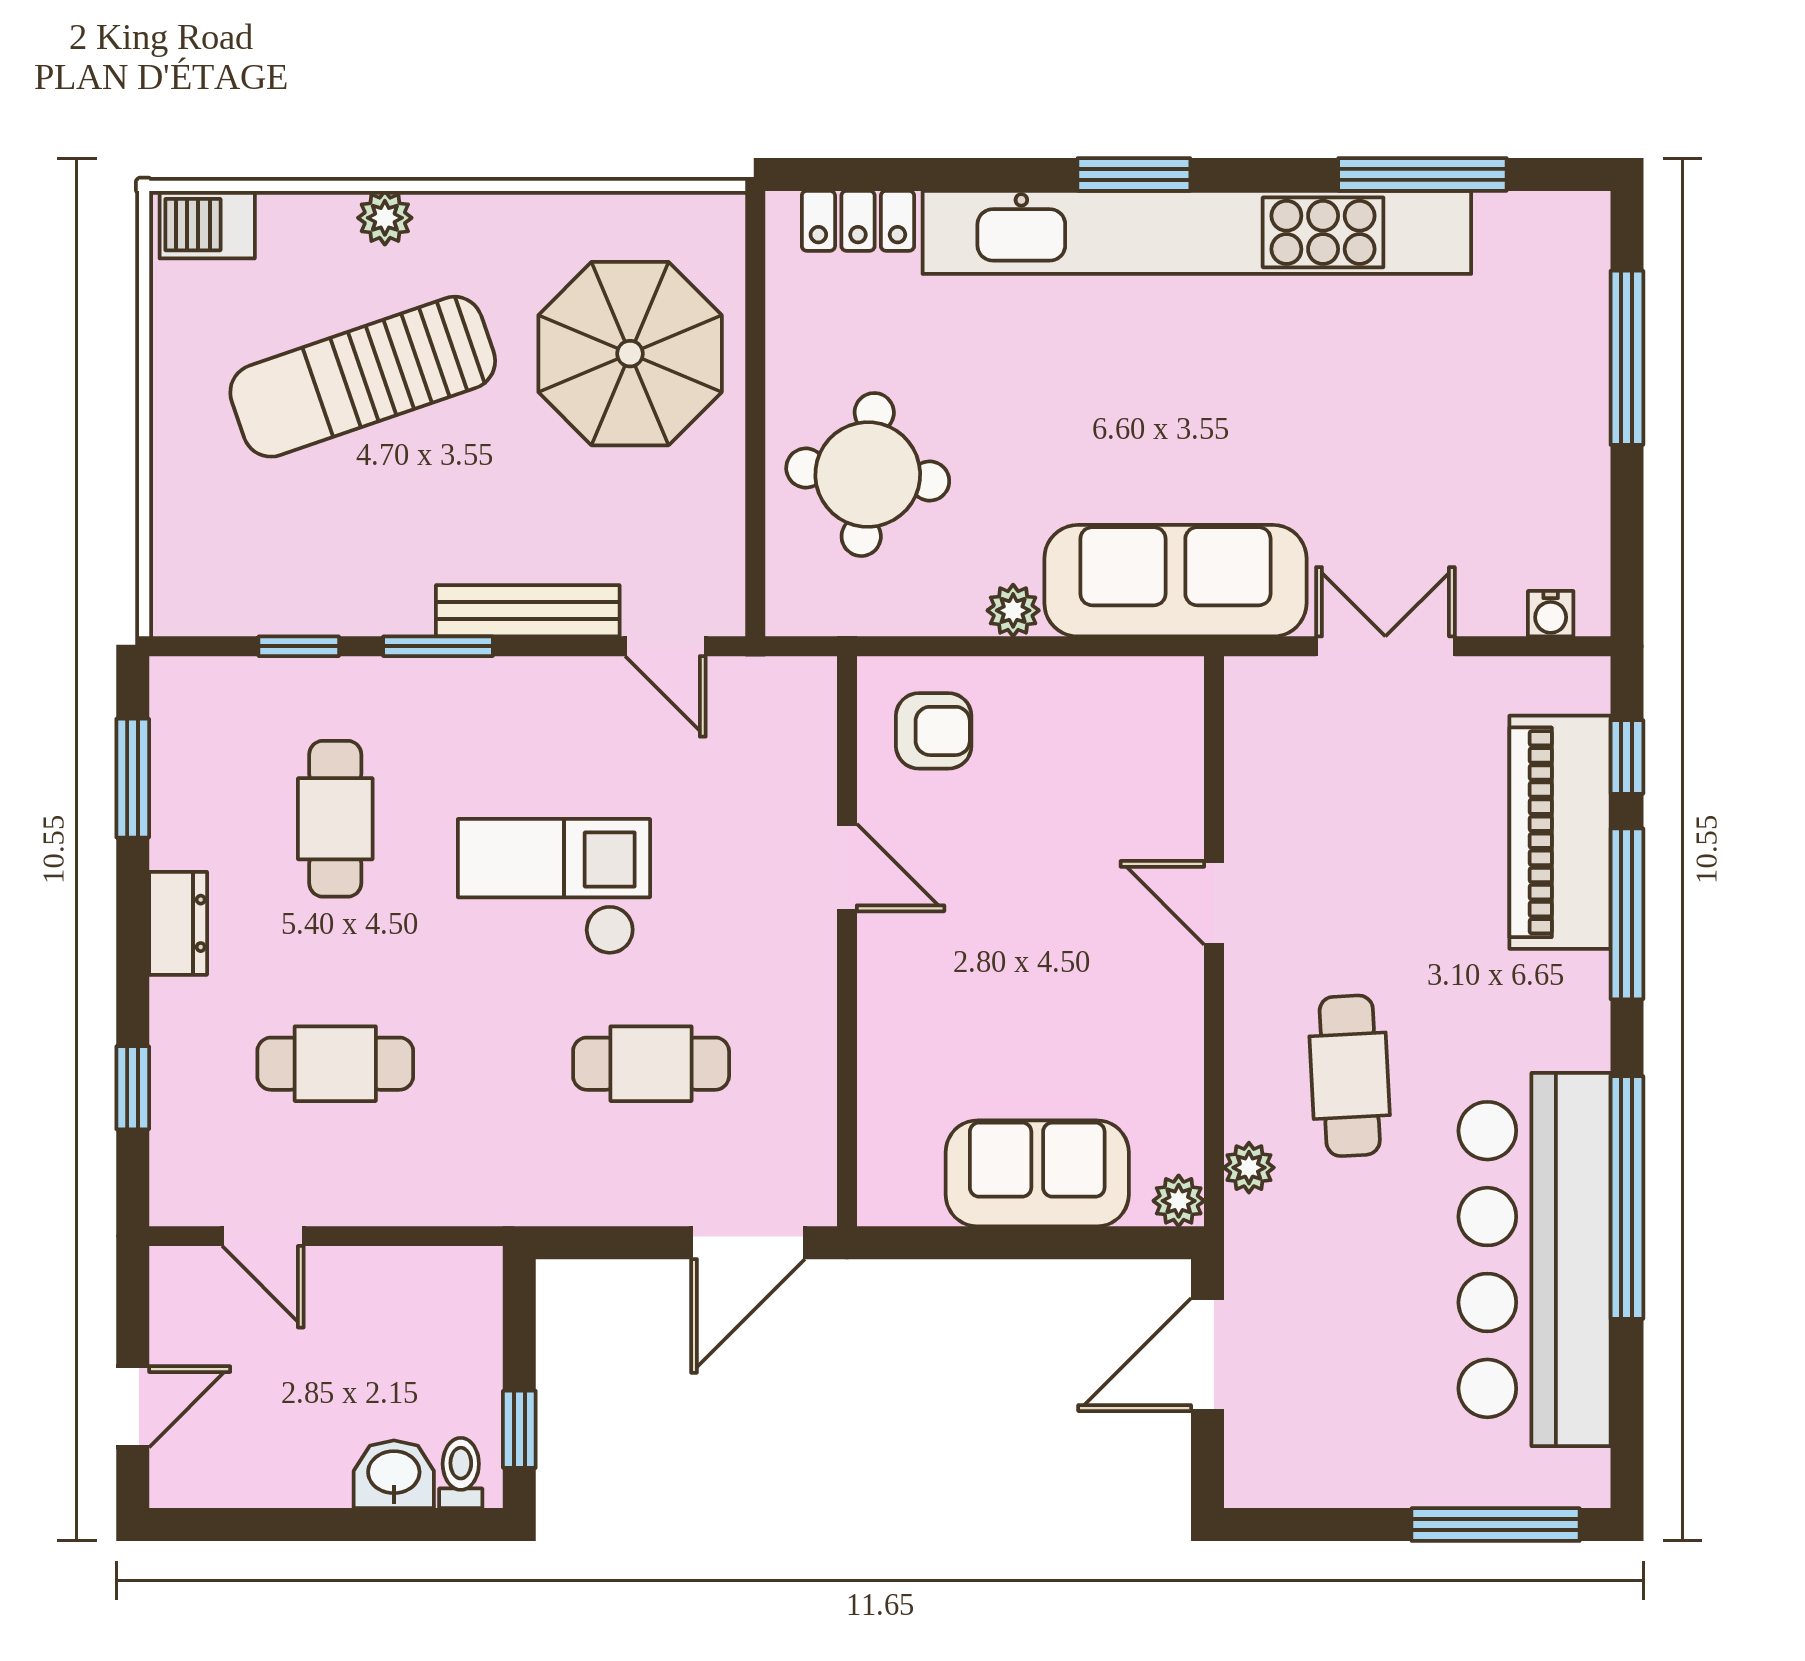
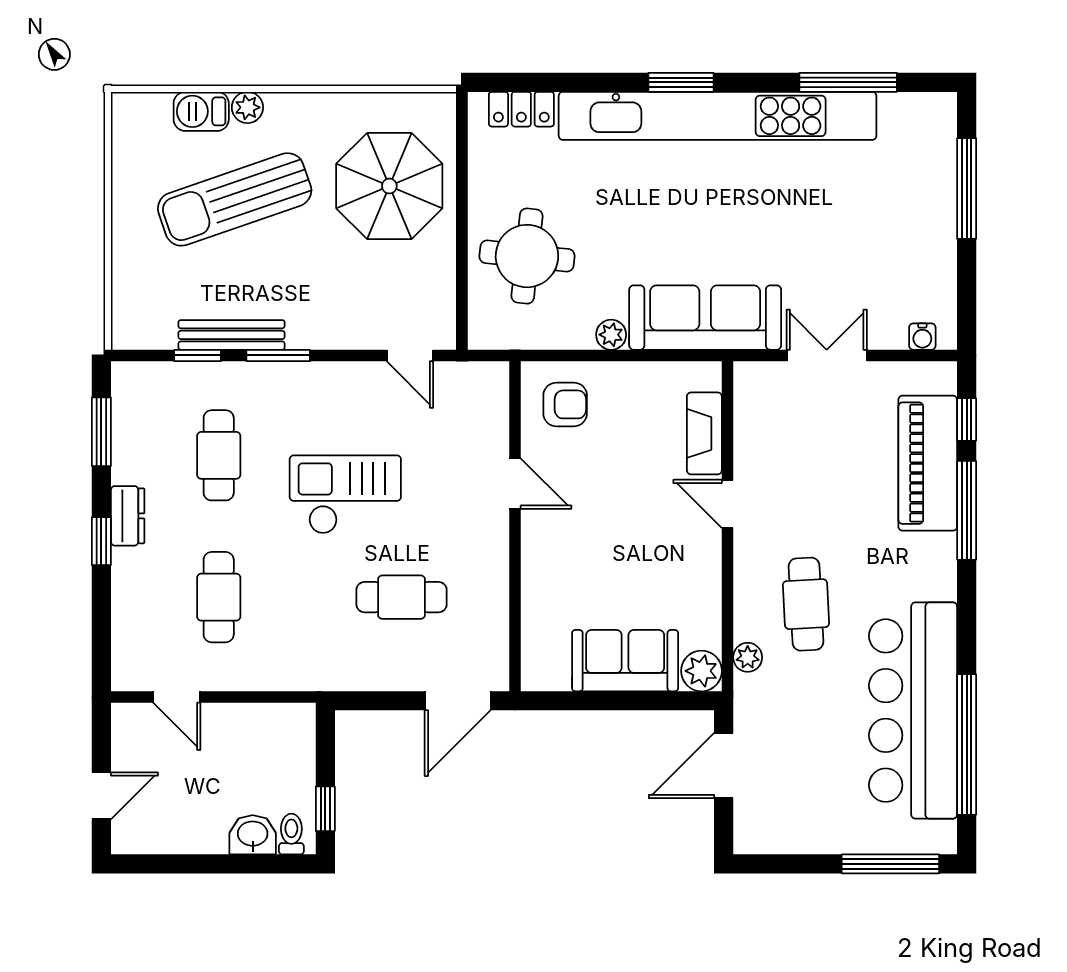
barbecue: (207, 225) -> (201, 111), moved
bench: (528, 611) -> (232, 335), moved
fireplace: (1174, 781) -> (704, 433), added
cafe table: (335, 1064) -> (219, 597), turned 90
window: (133, 1088) -> (101, 541), moved
window: (1627, 1198) -> (967, 744), moved
plant: (1179, 1201) -> (701, 671), width x1.38, depth x1.38

